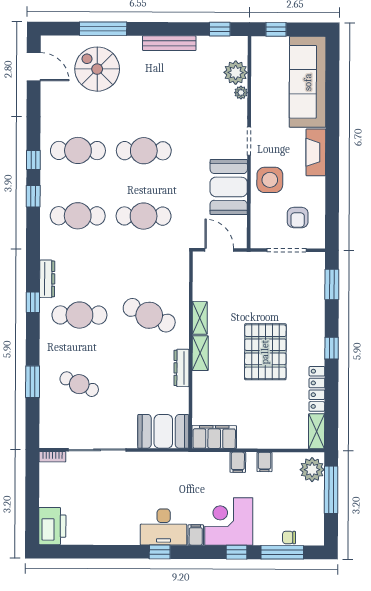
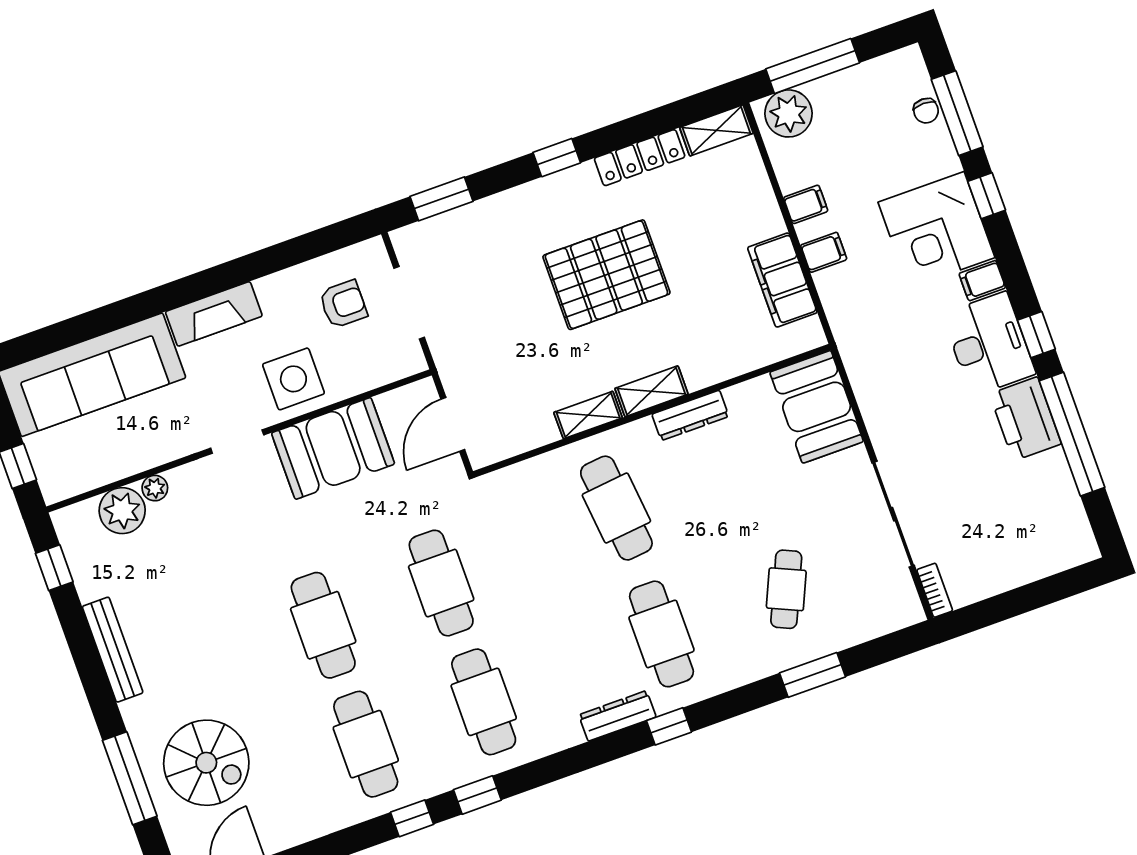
spiral stairs: (97, 69) -> (206, 763), turned -90
cafe table: (149, 315) -> (616, 508), turned -30
filing cabinet: (214, 437) -> (782, 280), moved
printer: (52, 526) -> (1025, 419), moved, turned -90
window: (105, 552) -> (1072, 434), added

